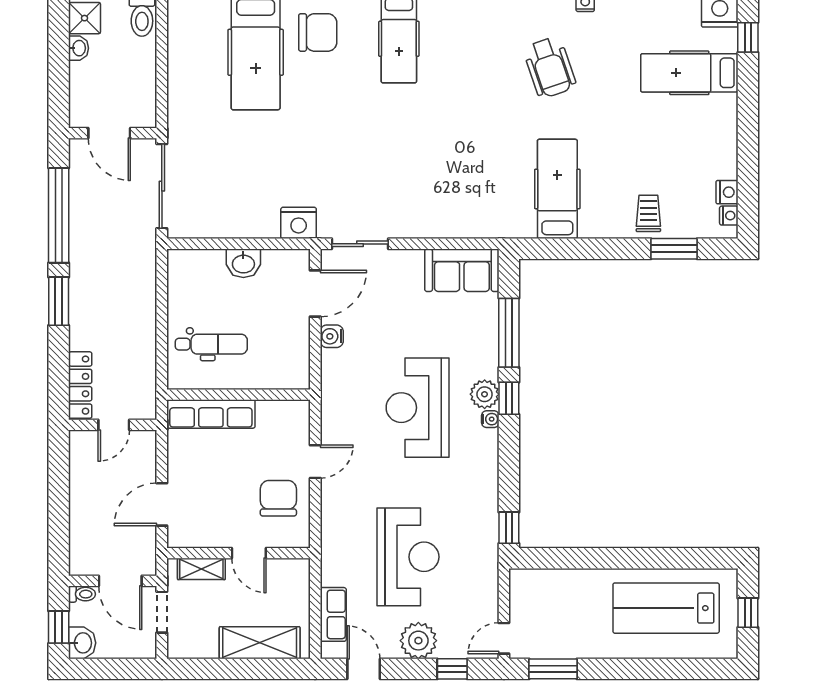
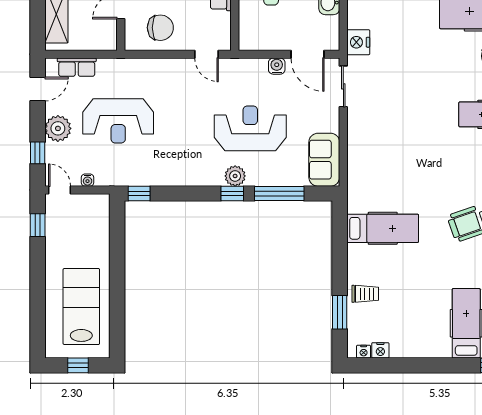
reception desk: (418, 408) -> (250, 128), moved
water cooler: (490, 419) -> (88, 180), moved
door: (315, 462) -> (207, 54), moved
window: (553, 669) -> (38, 225), width x0.67

